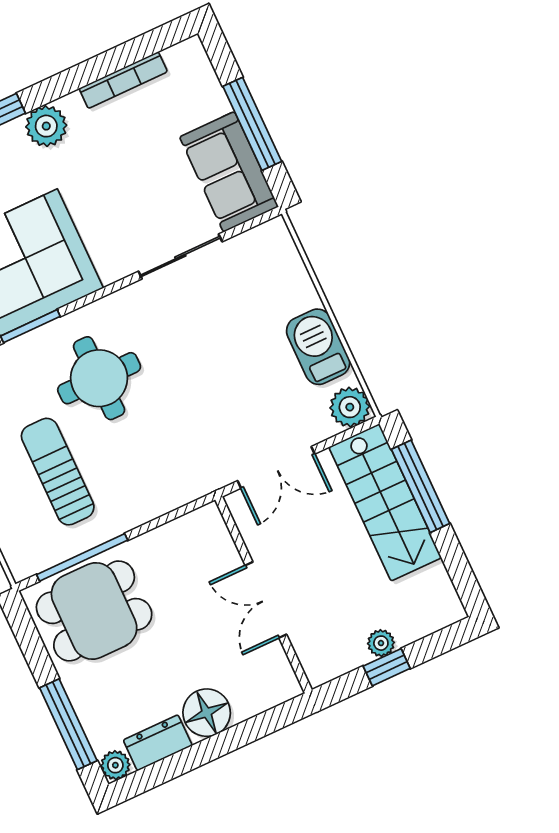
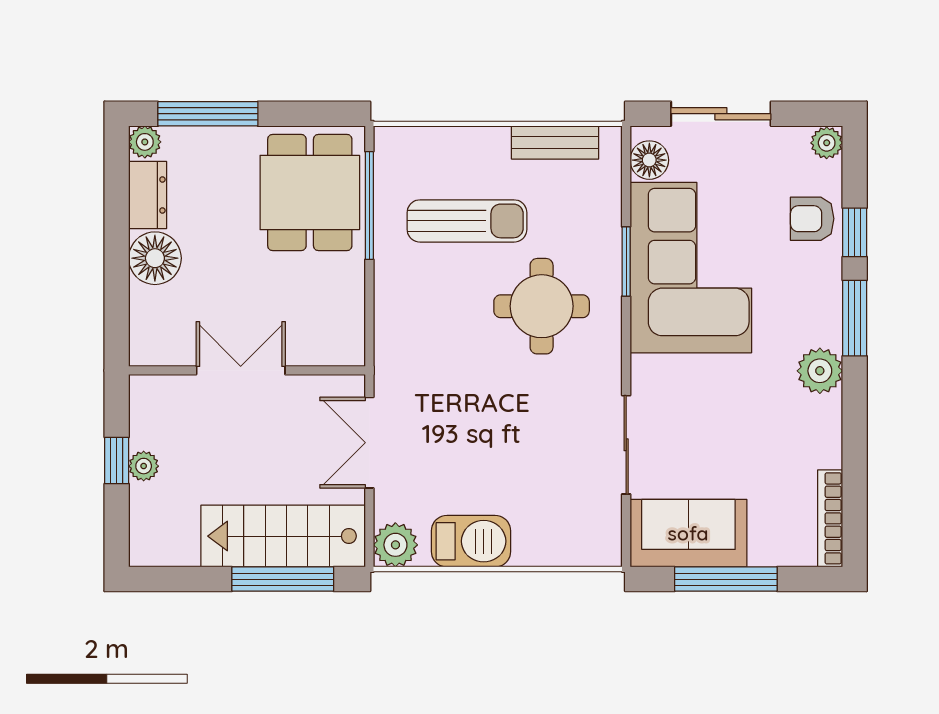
bookcase: (123, 80) -> (830, 518), moved

